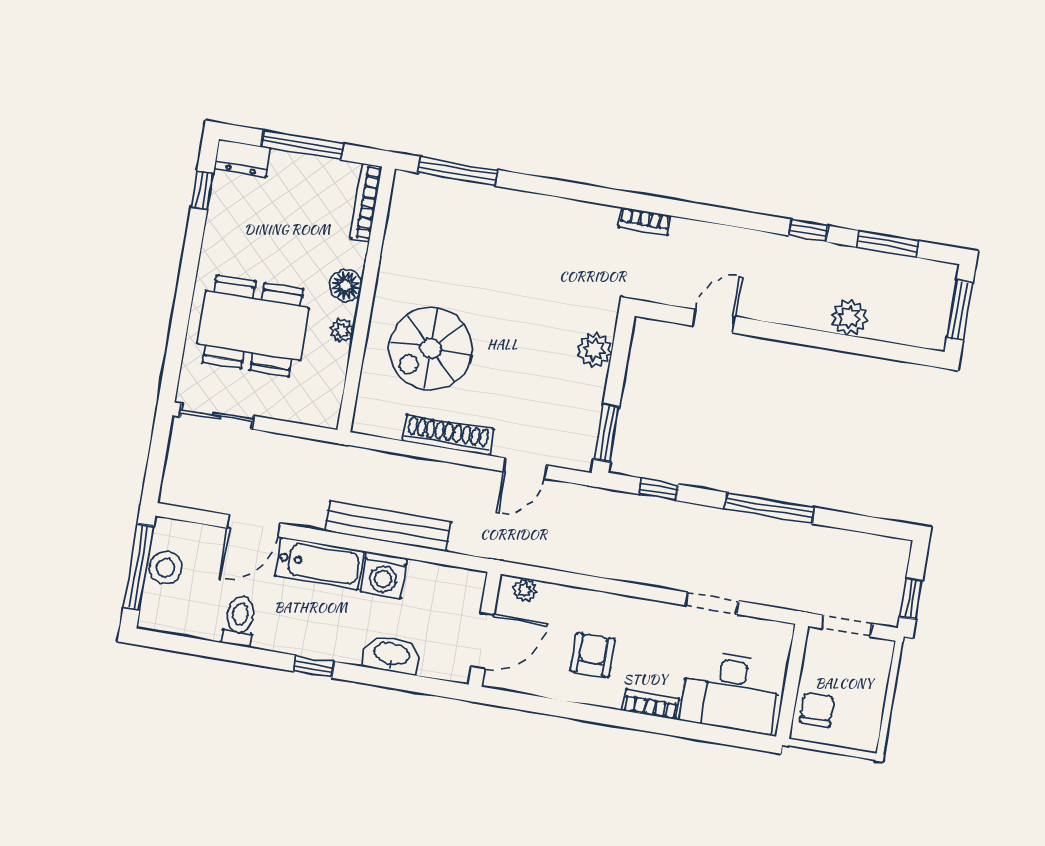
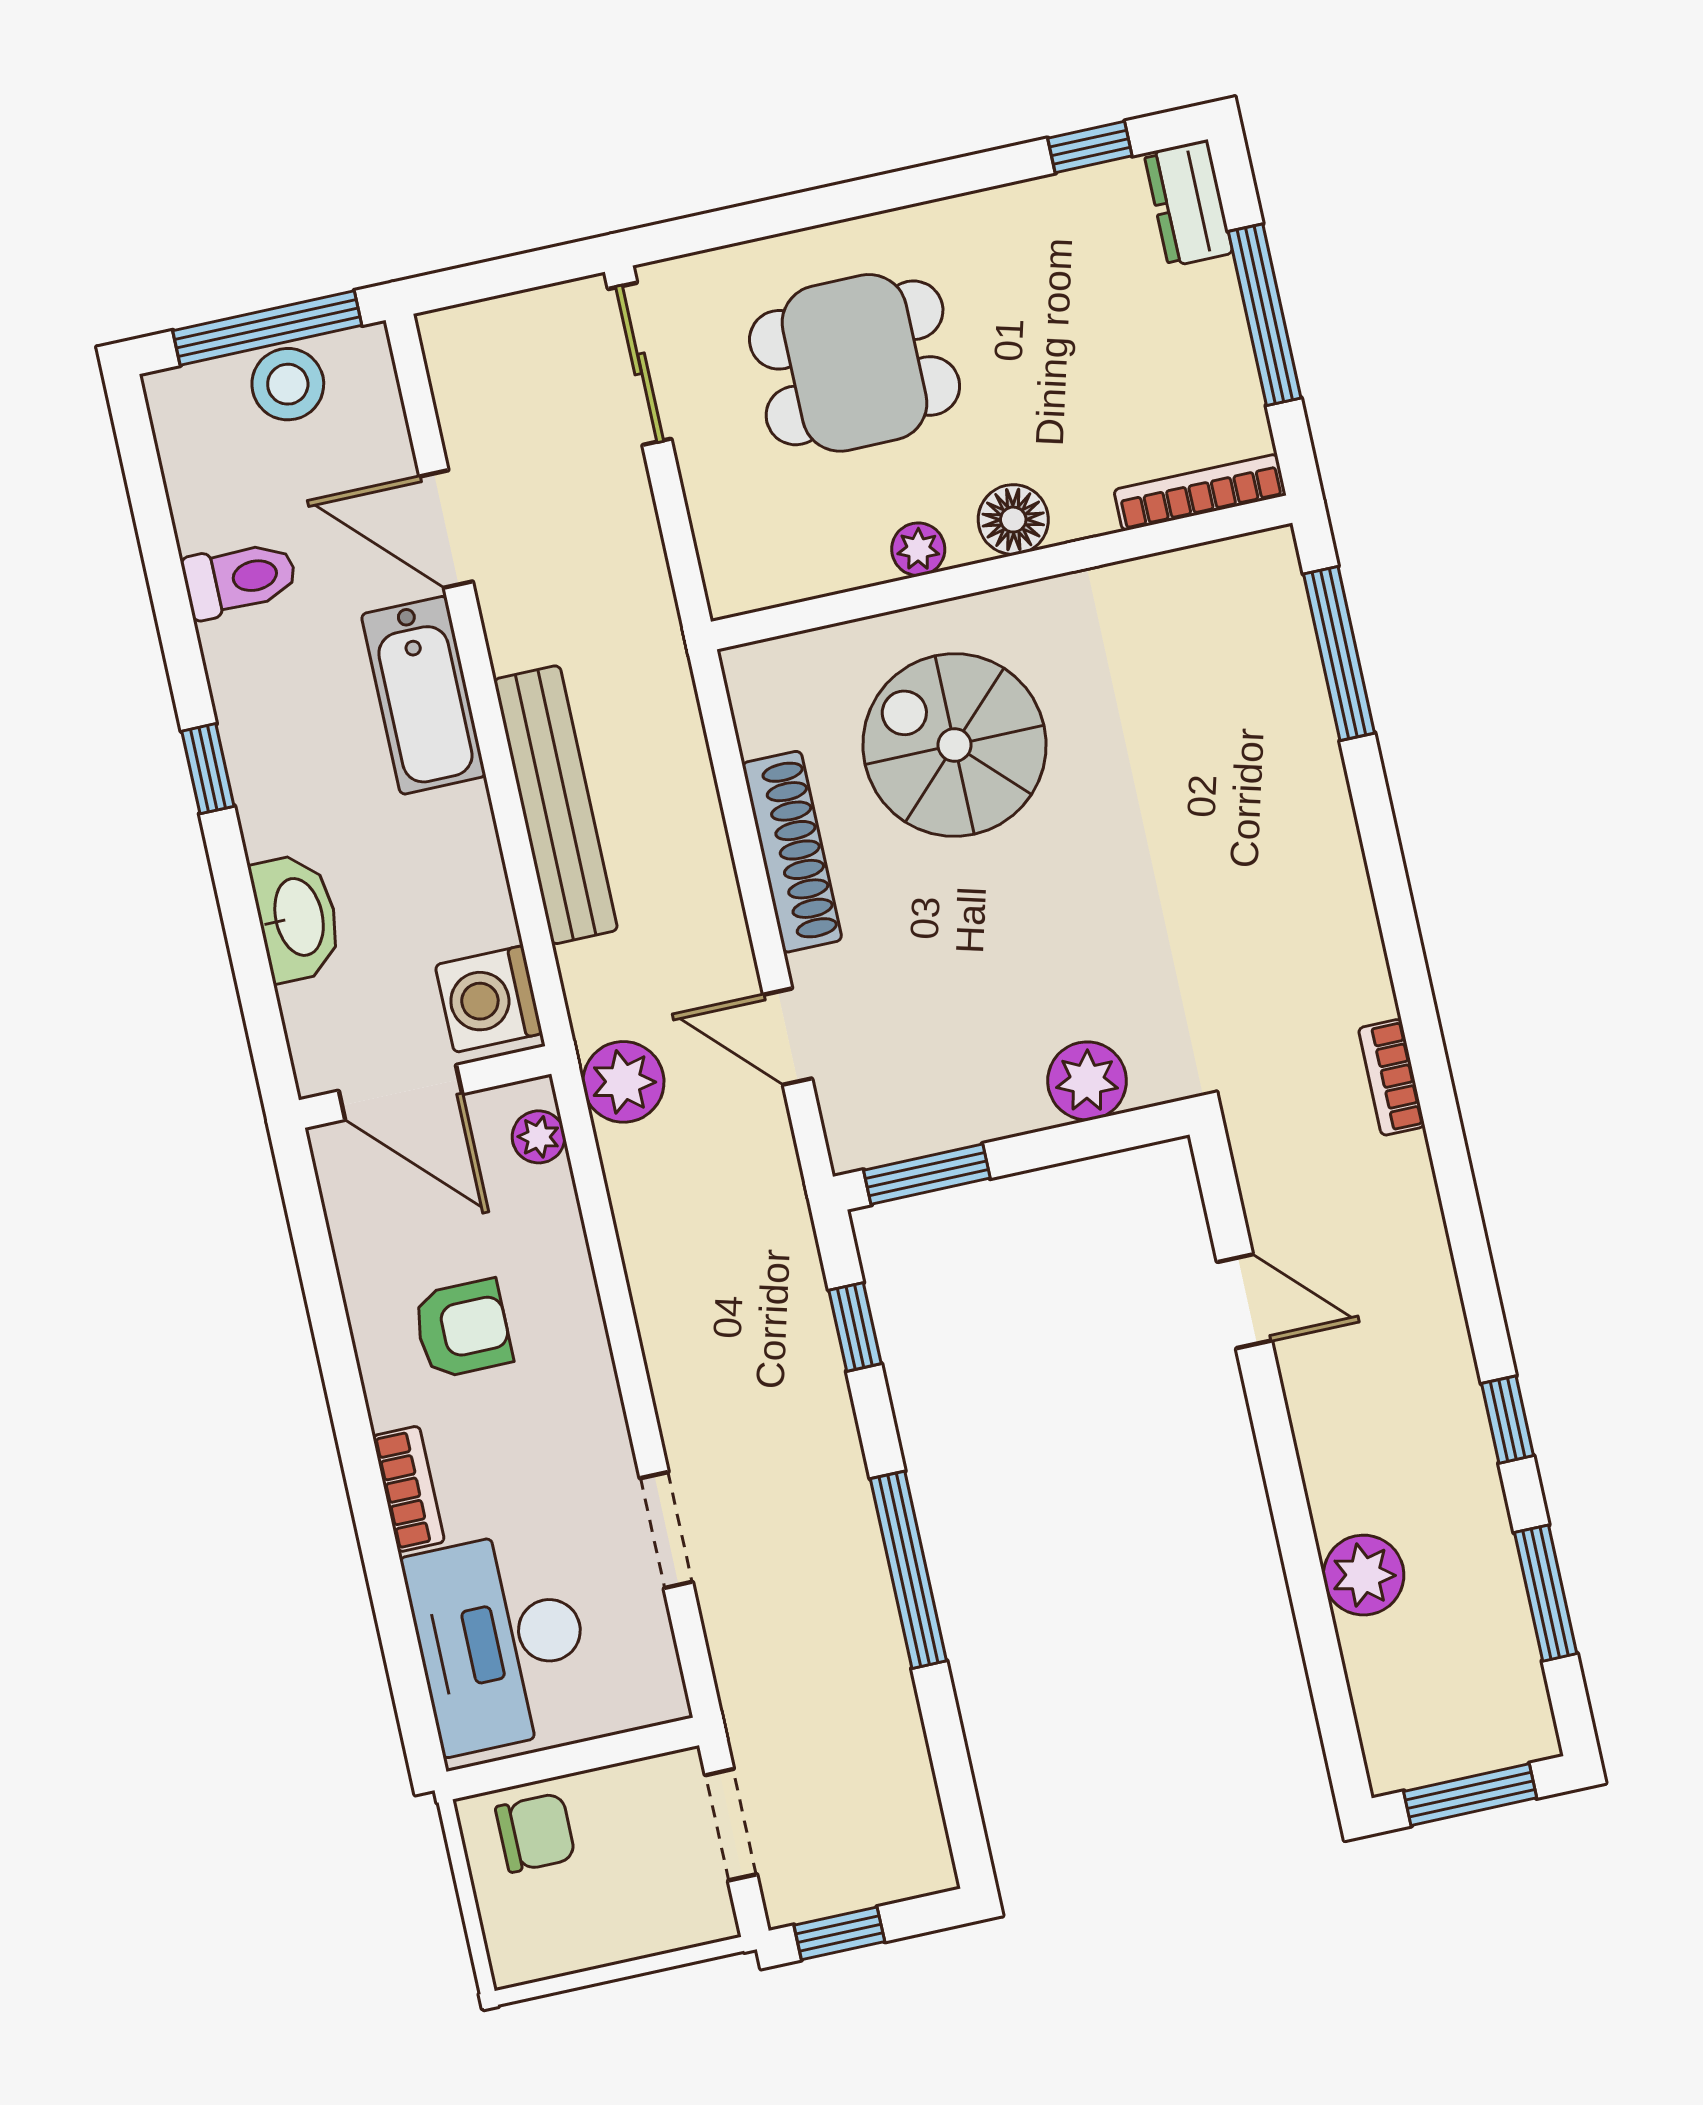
dining table: (253, 326) -> (855, 363), width x0.73
plant: (516, 545) -> (623, 1082), added
washing machine: (384, 575) -> (489, 999), moved

